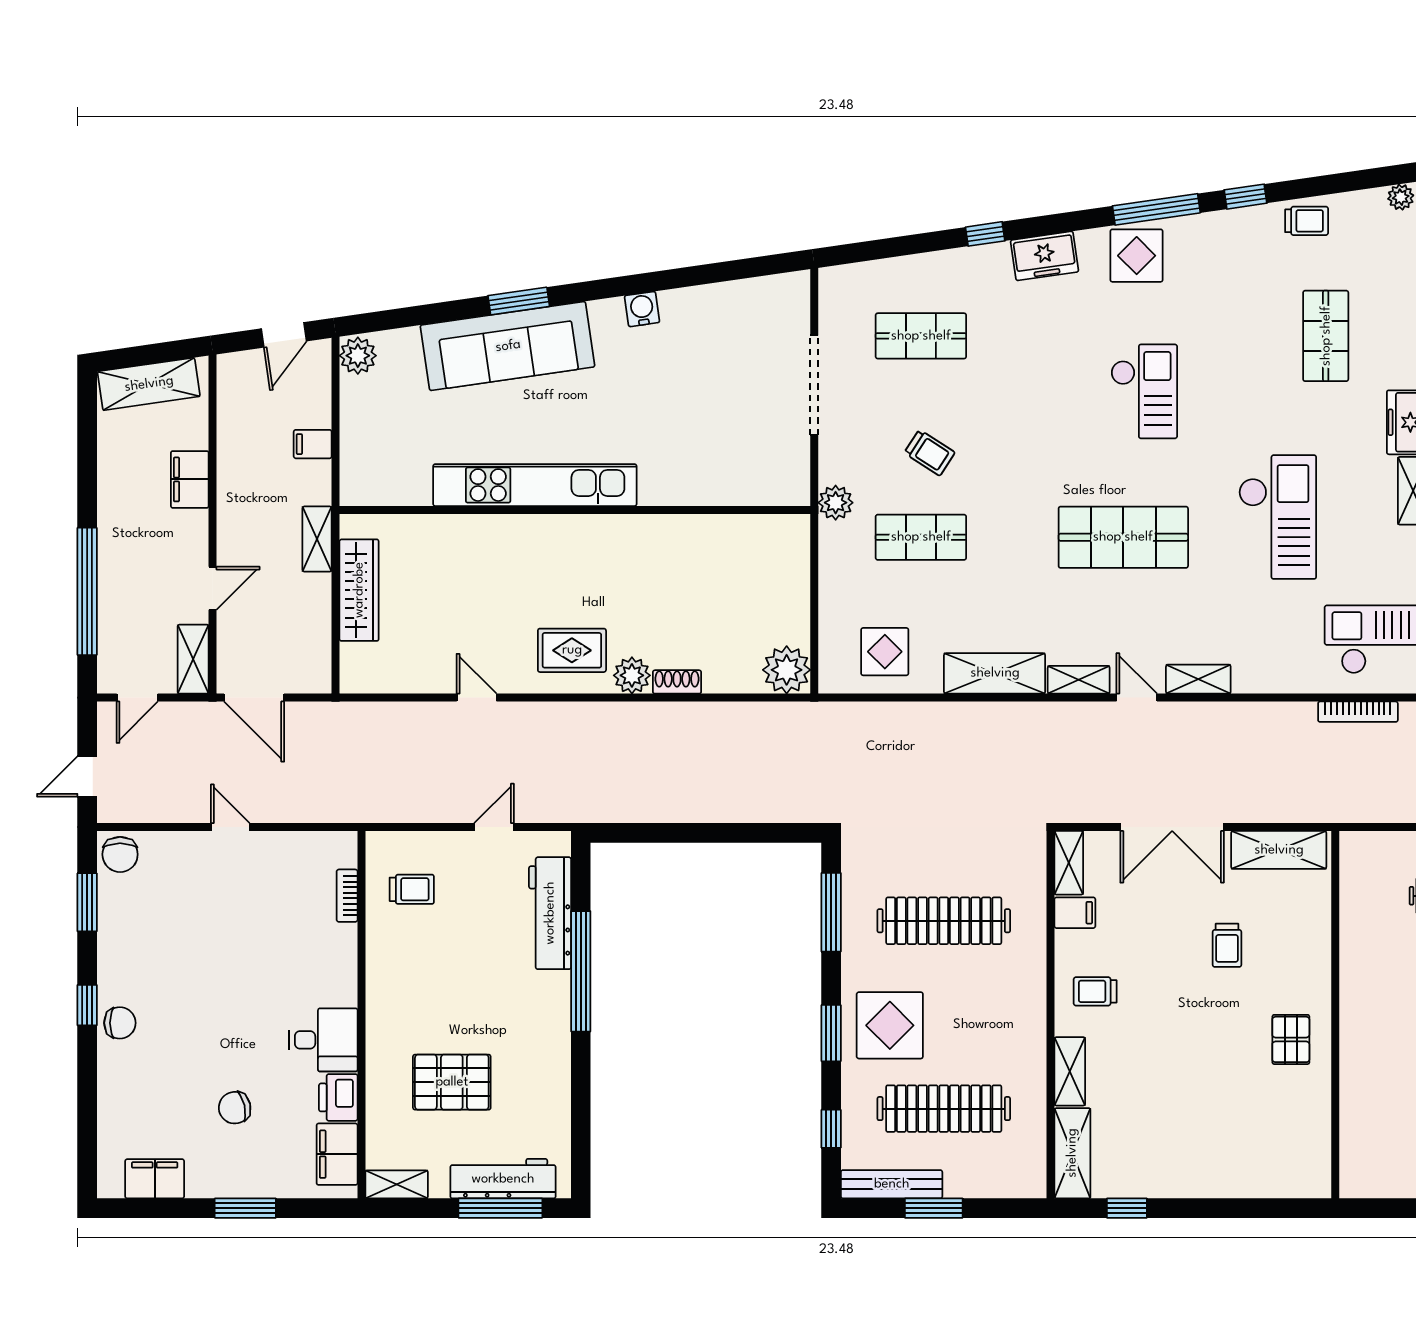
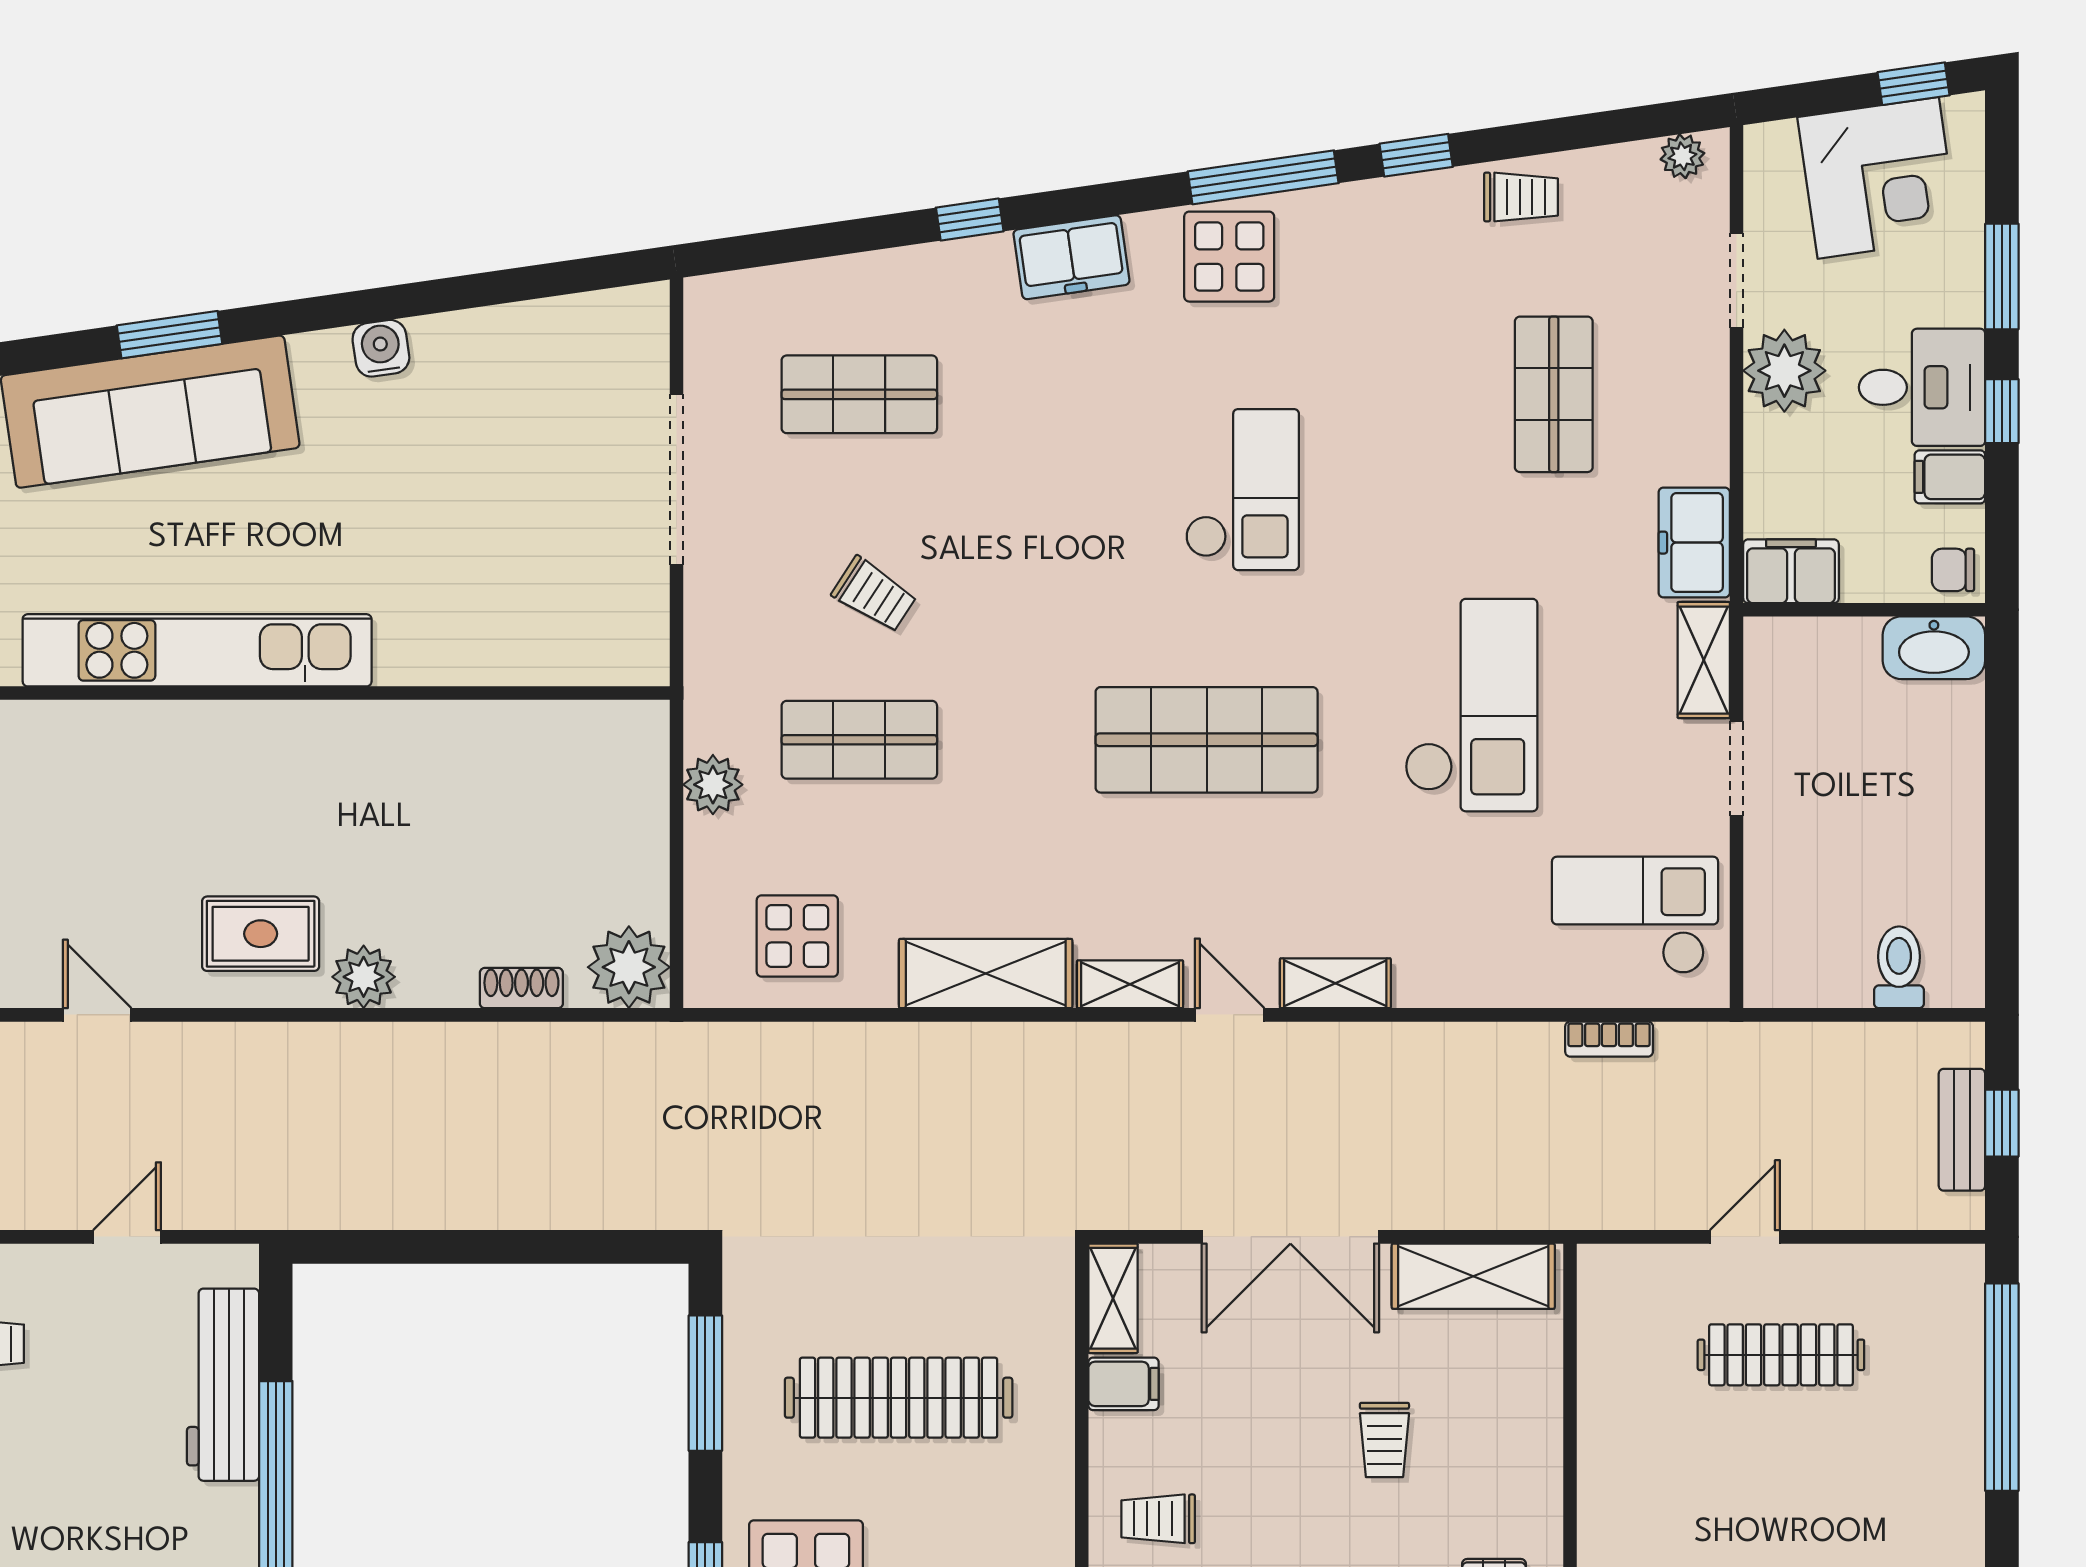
plant: (836, 503) -> (713, 785), moved
shoe rack: (677, 682) -> (521, 988), moved
bookcase: (1358, 712) -> (1609, 1039), width x0.64

